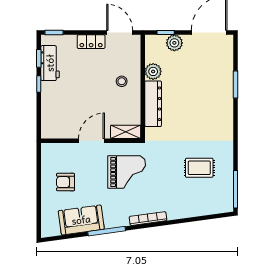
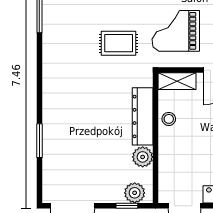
plant: (174, 43) -> (135, 193), moved
stool: (122, 81) -> (169, 119), moved
rug: (199, 168) -> (119, 43), moved

